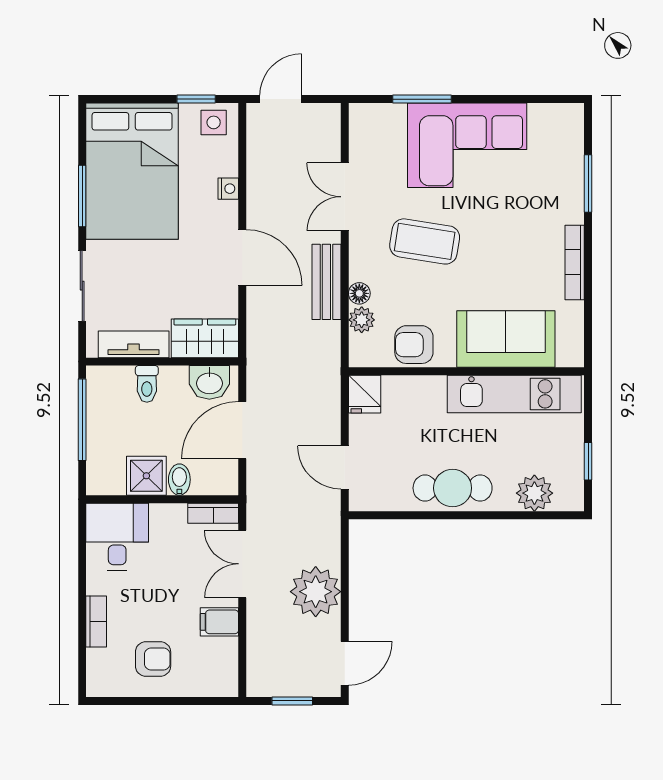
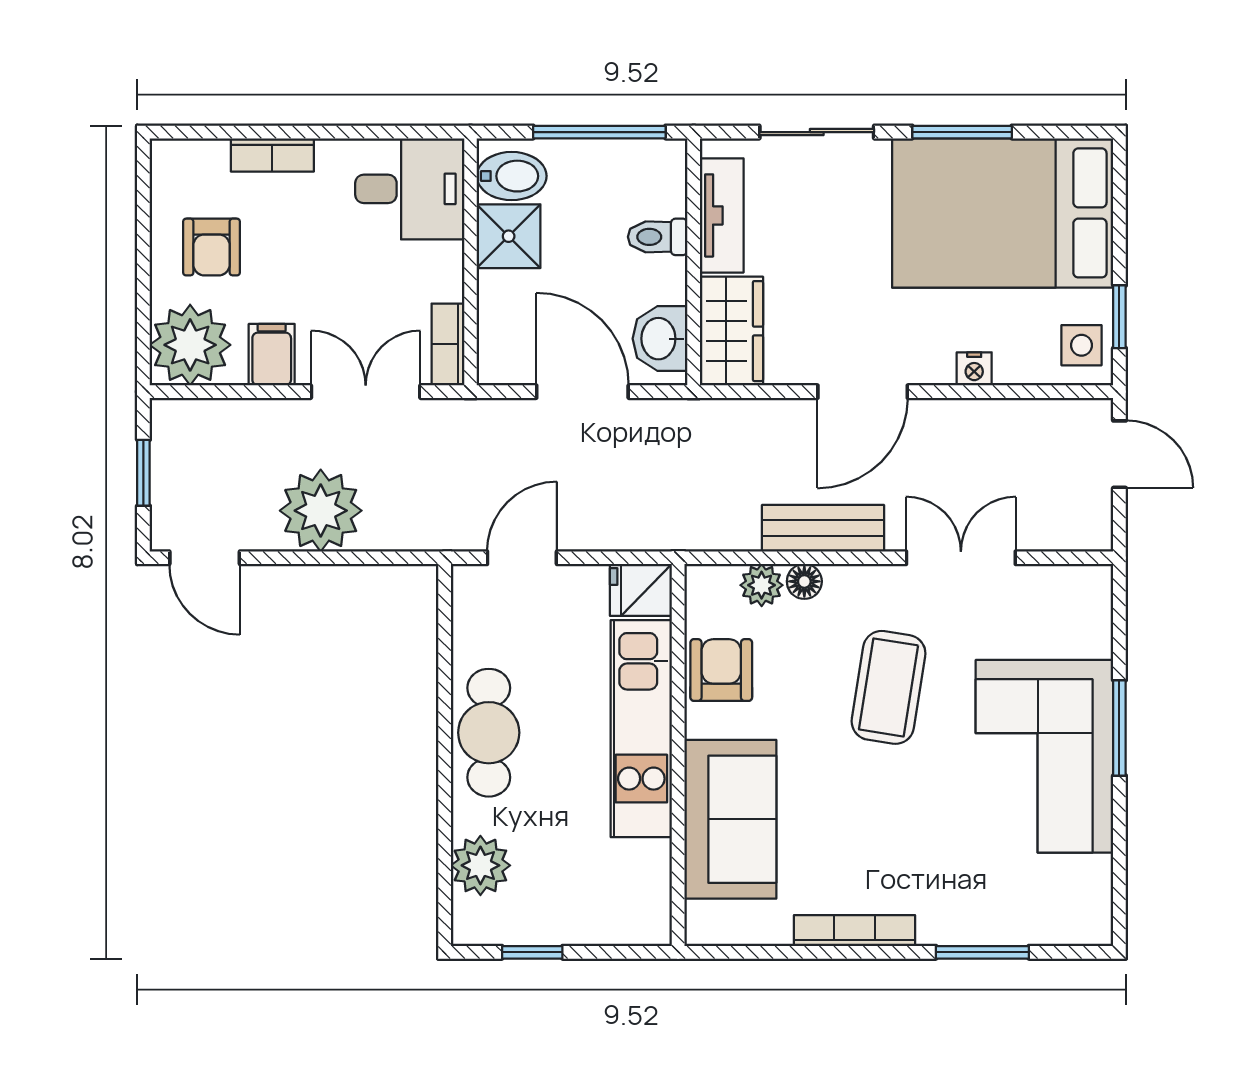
window: (422, 99) -> (1119, 728), moved
kitchen unit: (514, 394) -> (641, 729), moved
bidet: (179, 480) -> (512, 176), moved, width x1.38, depth x1.36
plant: (213, 672) -> (190, 345), added

